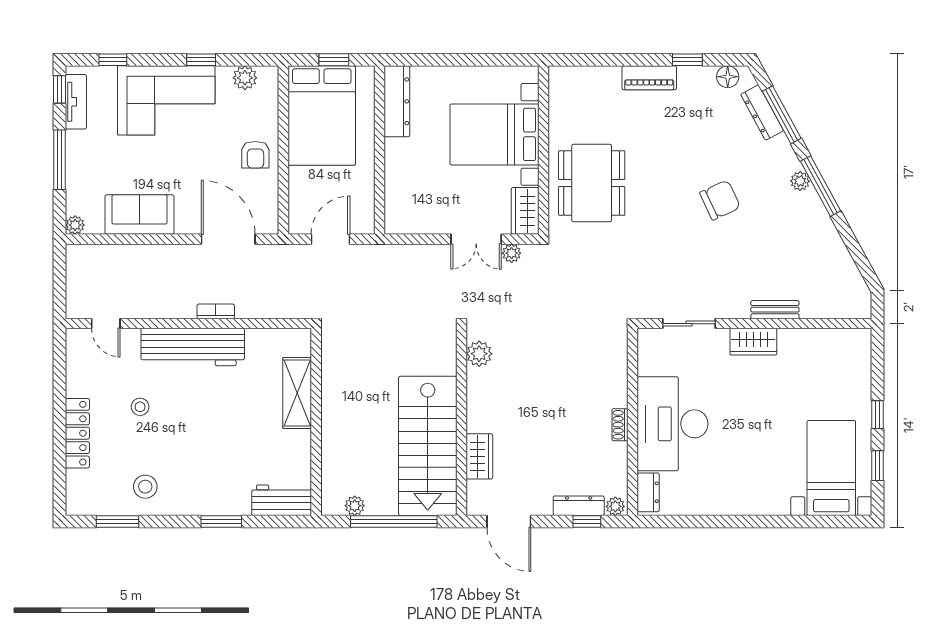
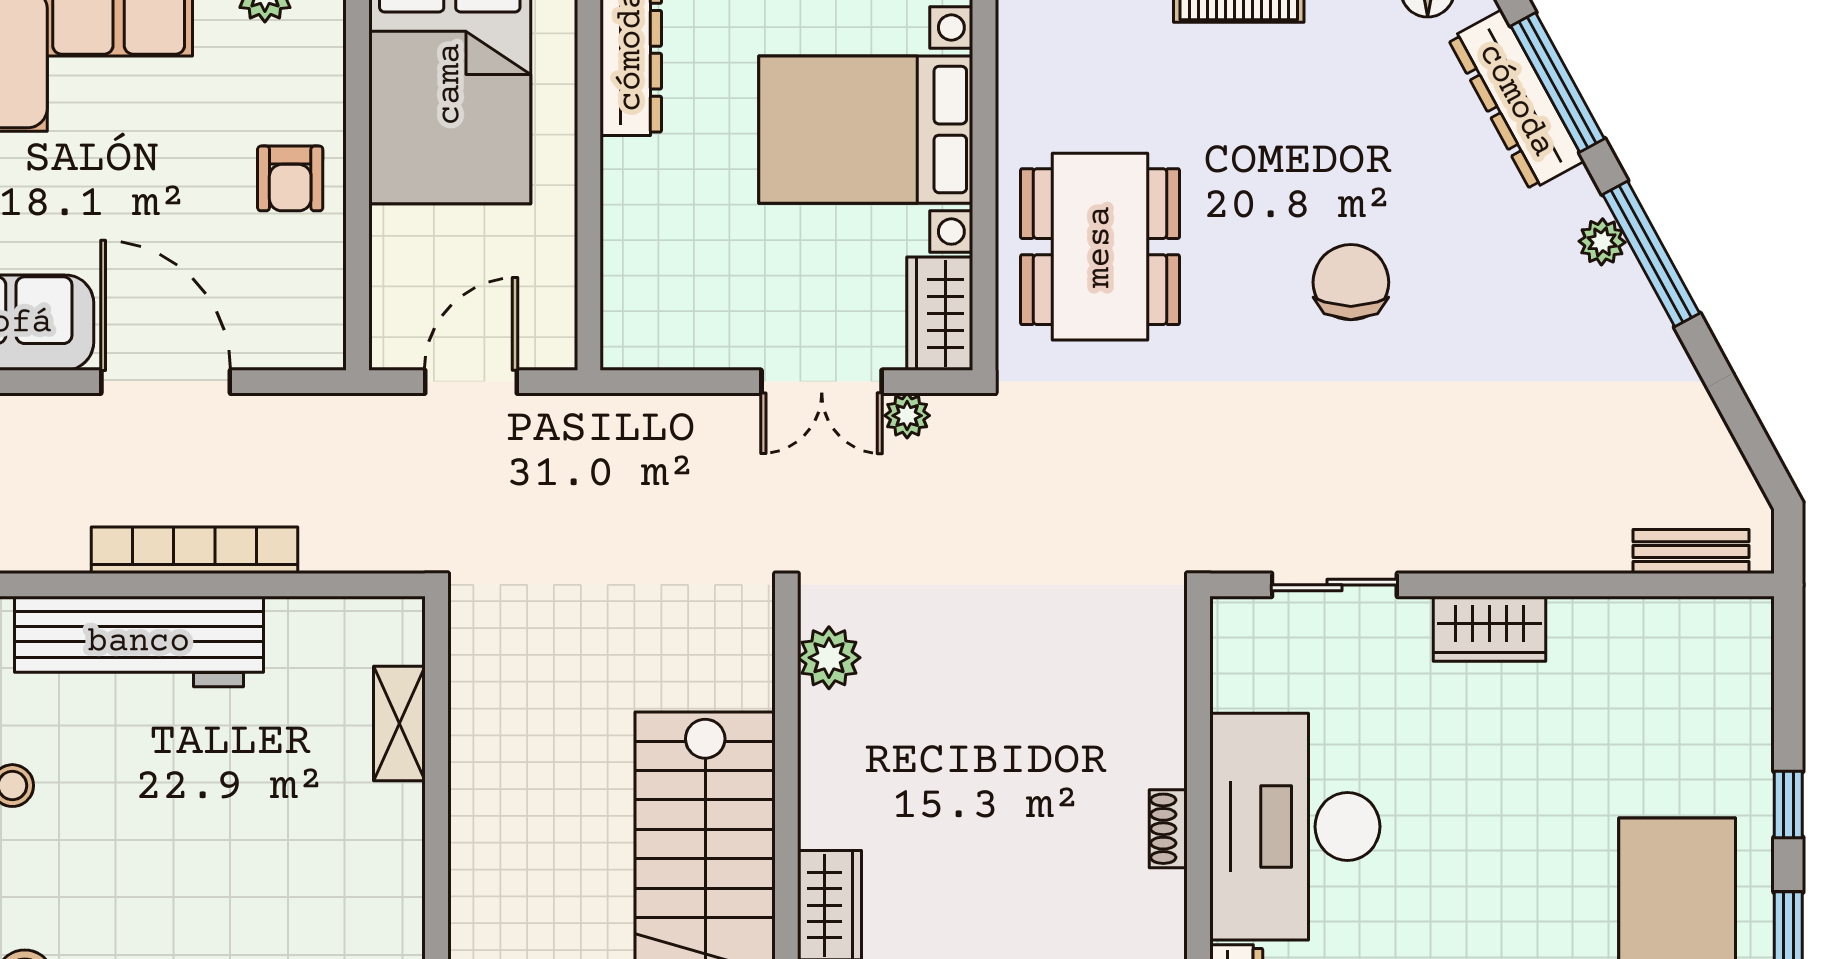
dresser: (762, 113) -> (1516, 100), width x1.37, depth x1.24
chair: (720, 200) -> (1351, 282), moved, turned -65
door: (228, 239) -> (166, 382), moved
bench: (775, 310) -> (1691, 552), moved
bookcase: (216, 311) -> (195, 550), width x2.31, depth x1.31
shelving: (297, 393) -> (399, 724), width x0.67, depth x0.75

